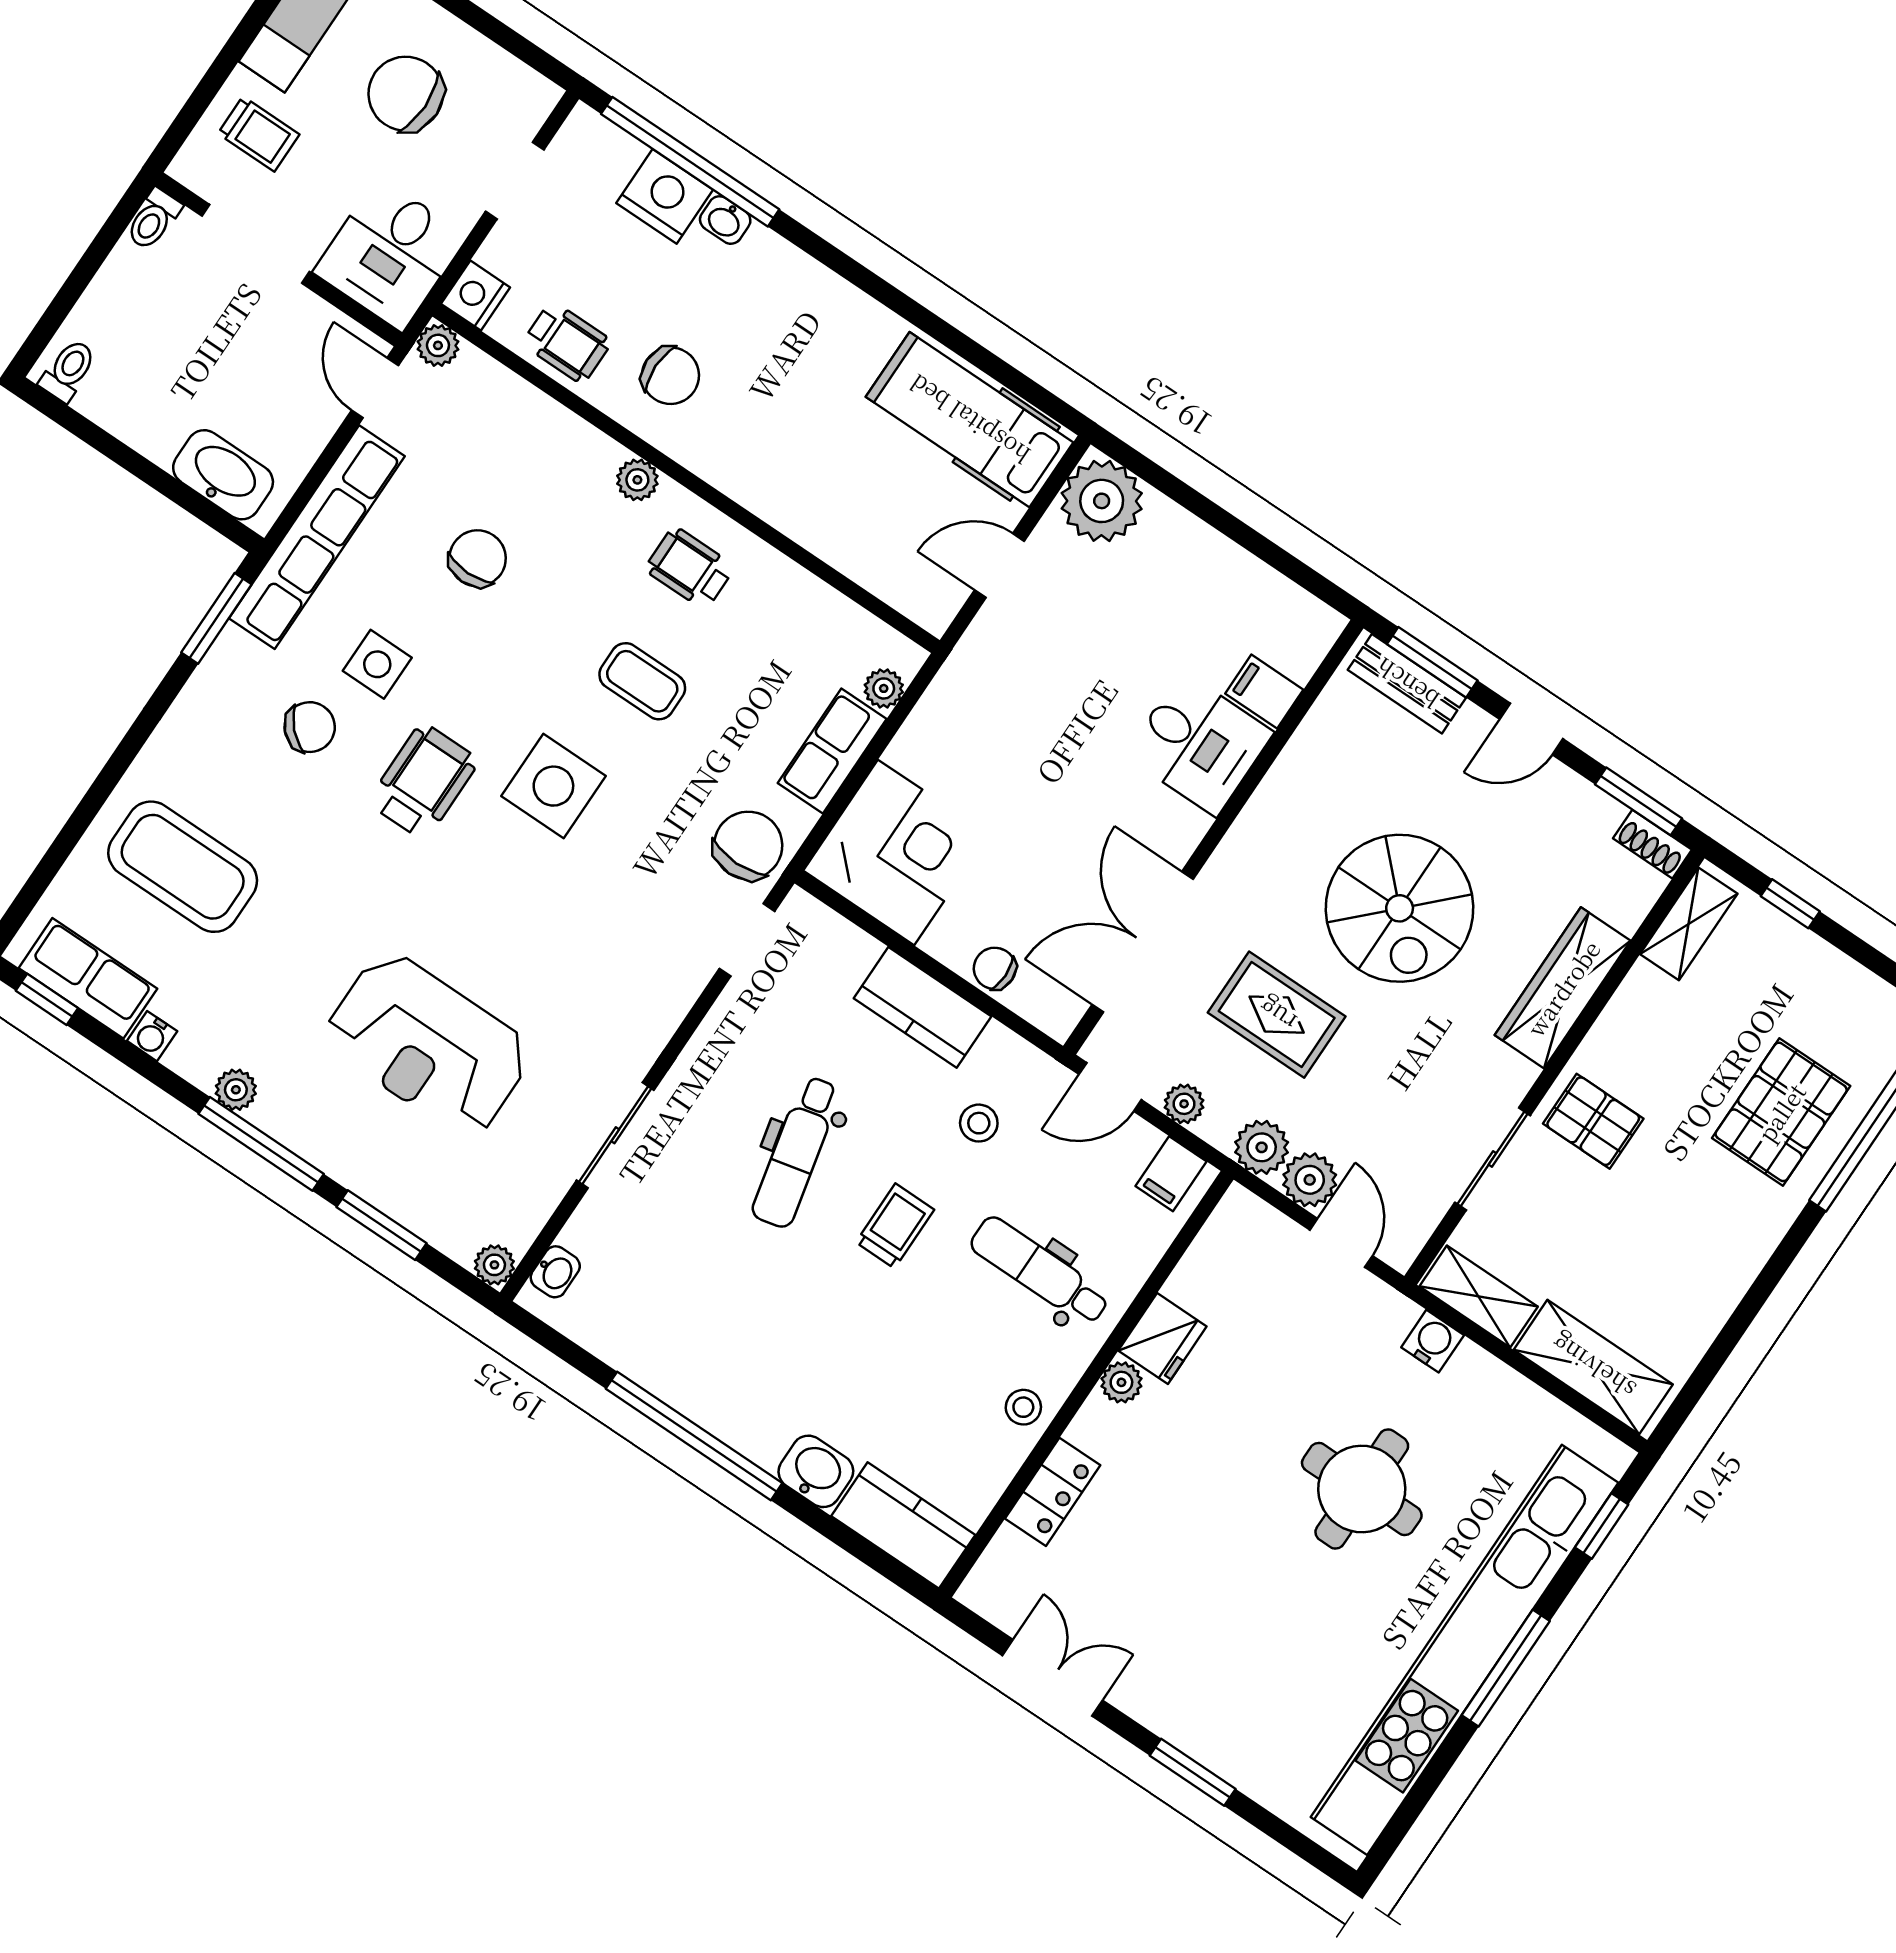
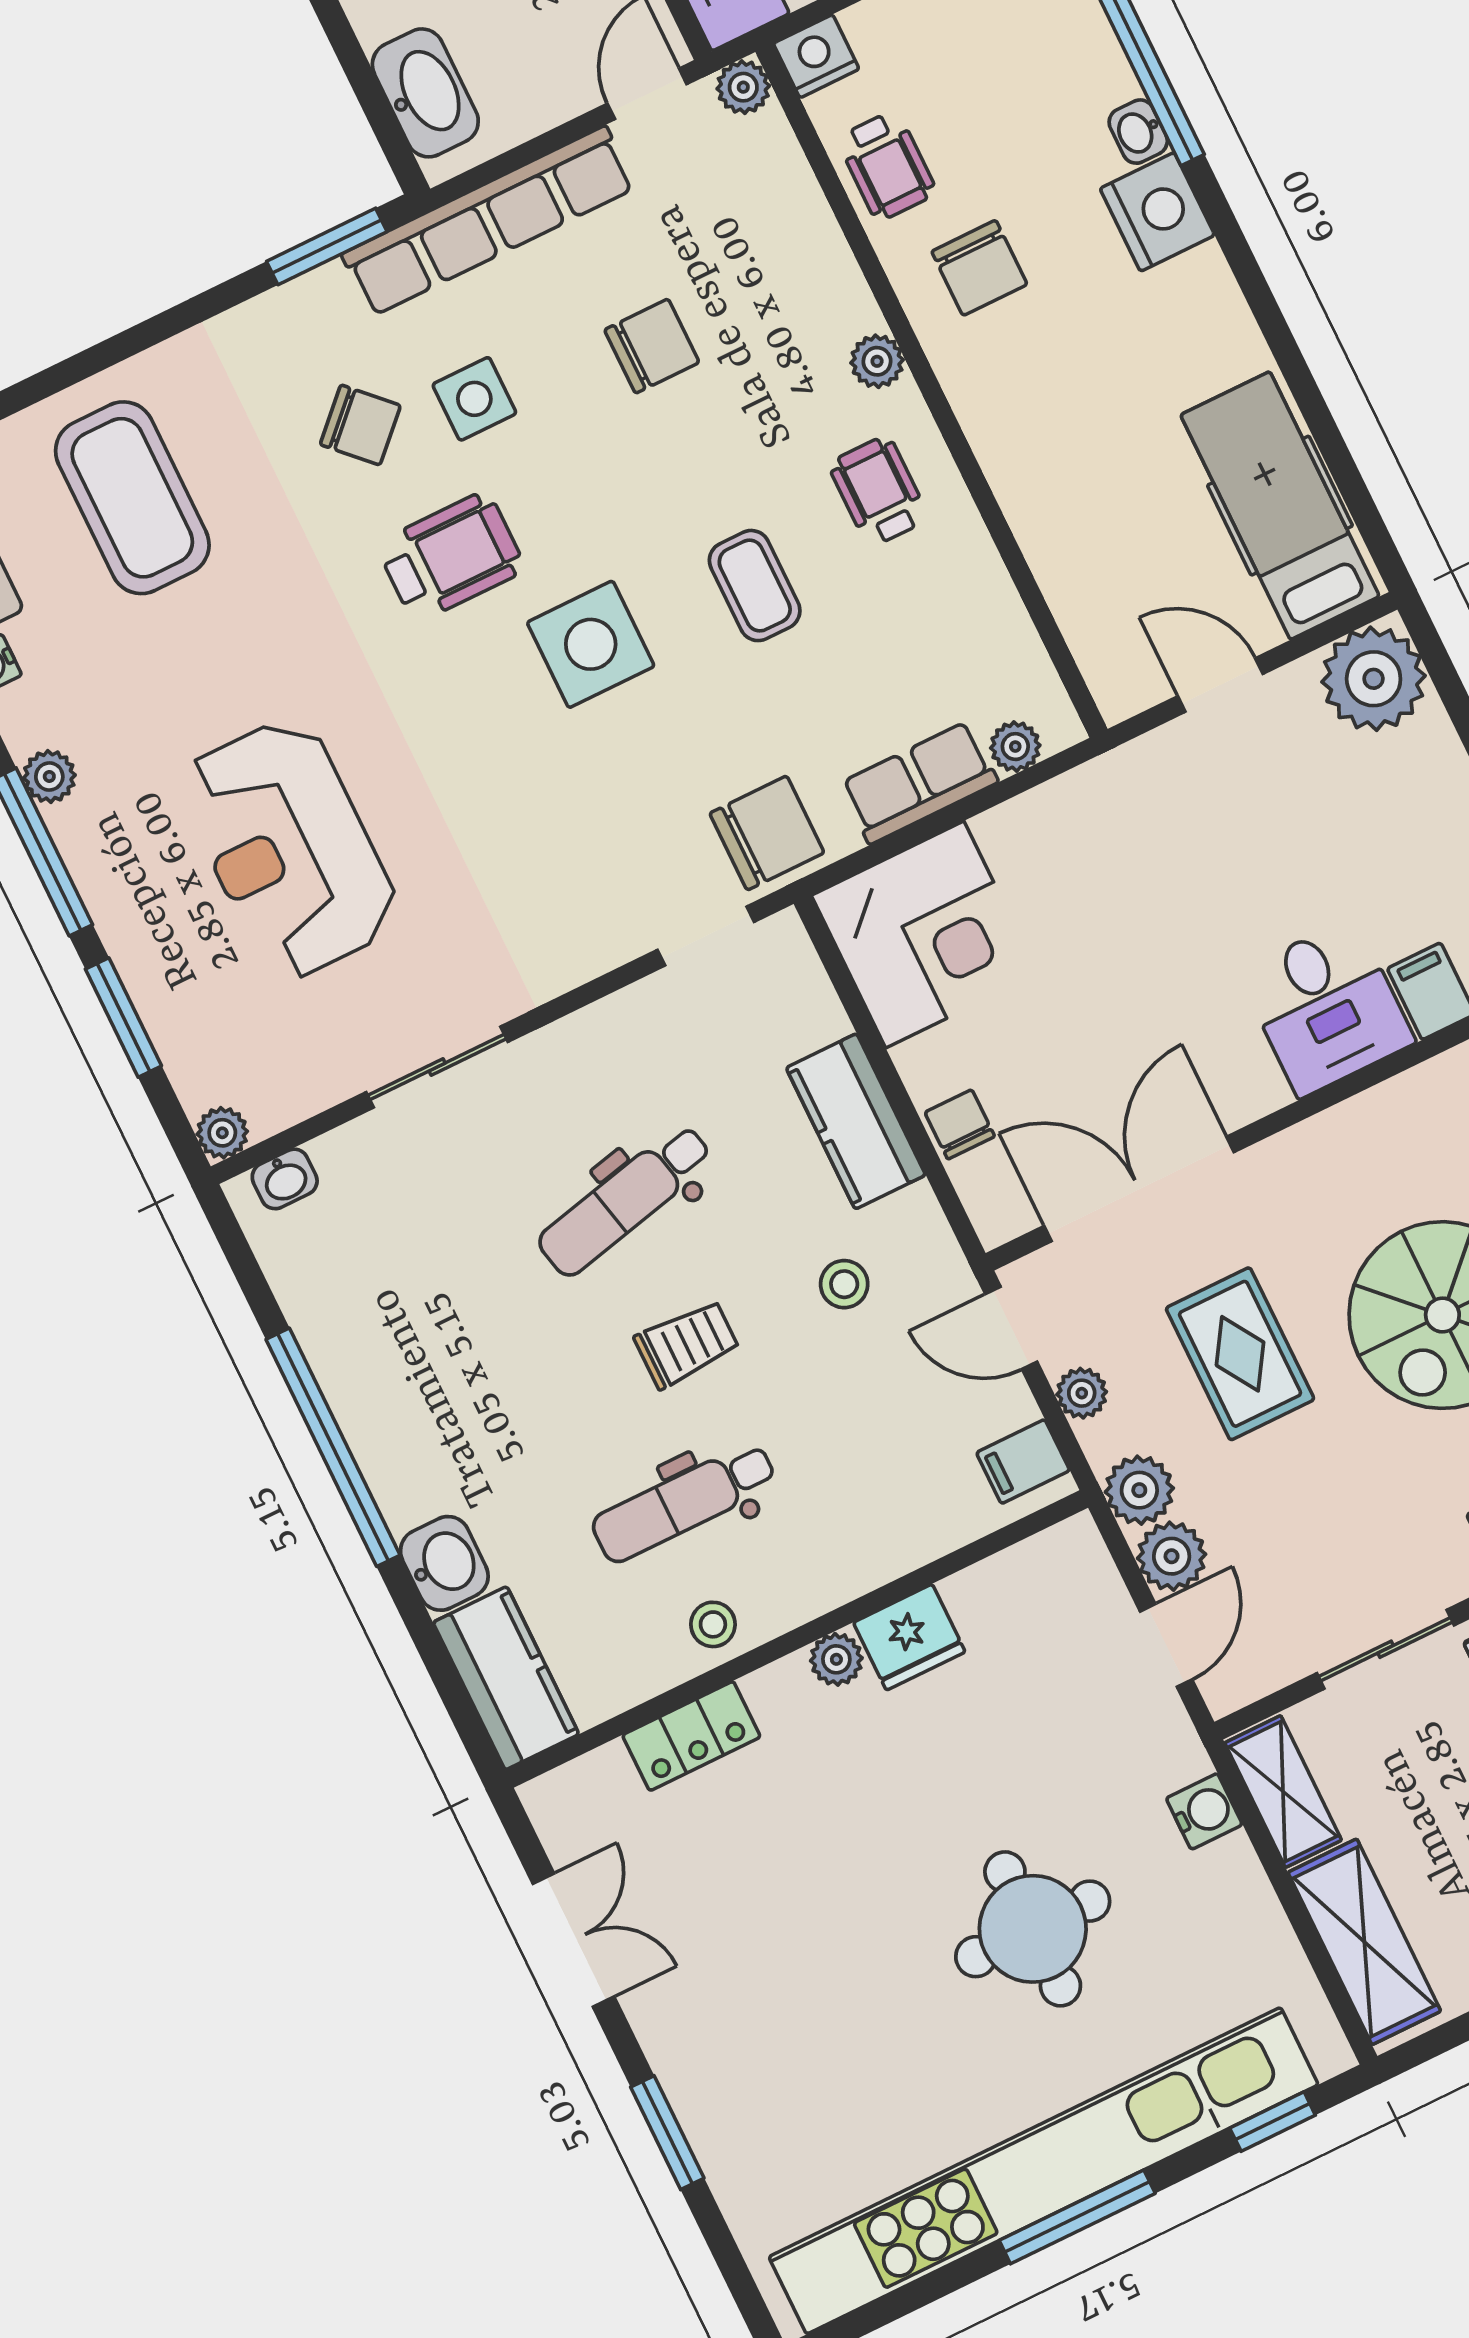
nightstand: (665, 196) -> (1157, 212), moved
dental chair: (1040, 1271) -> (684, 1502), moved, turned -90

